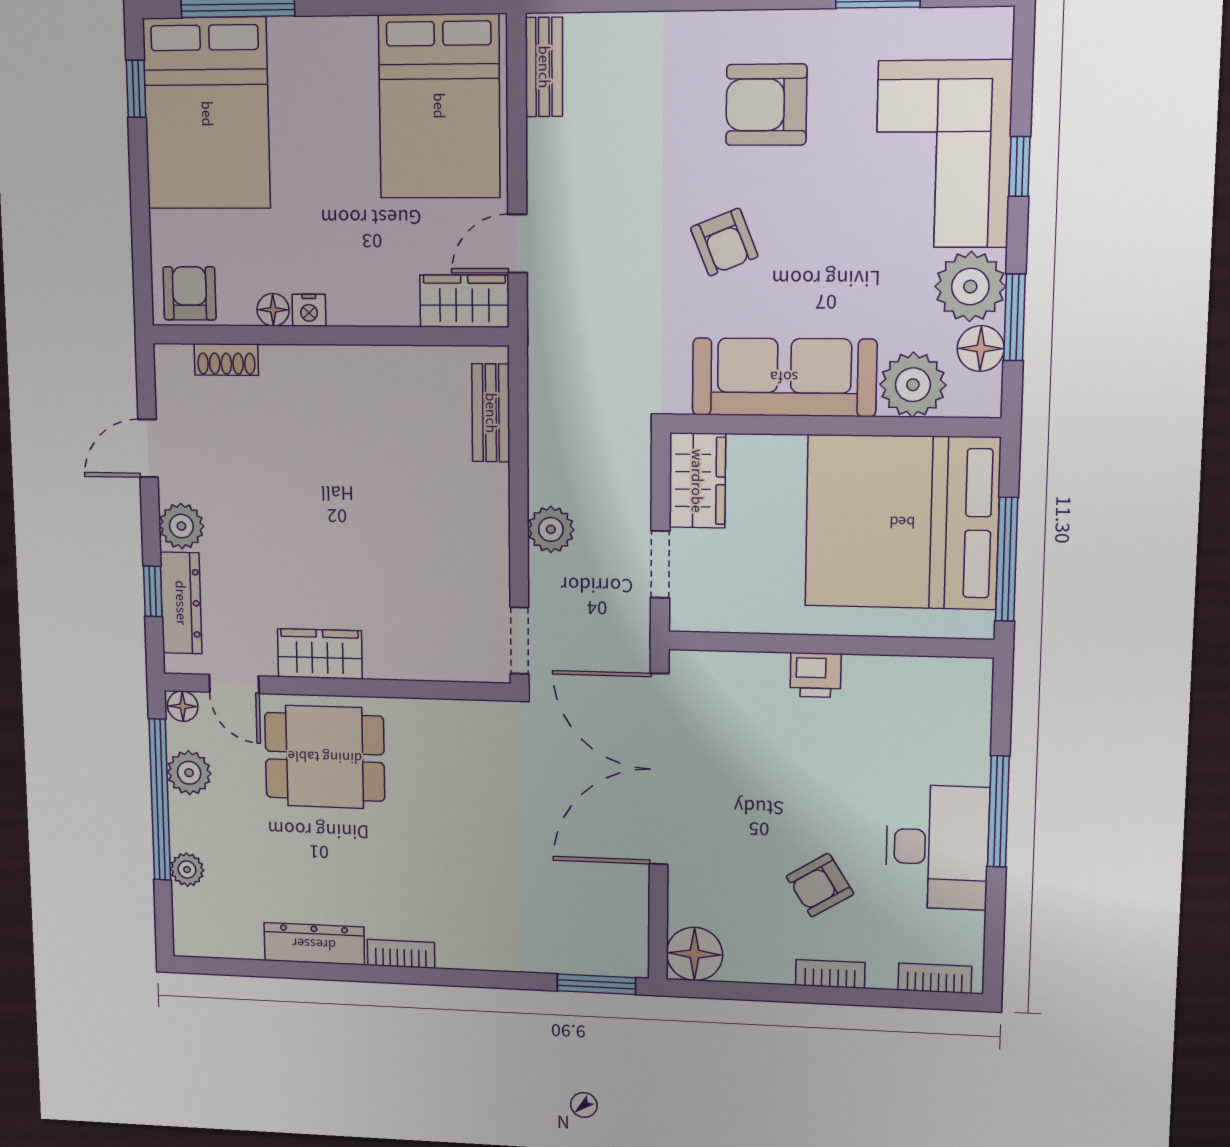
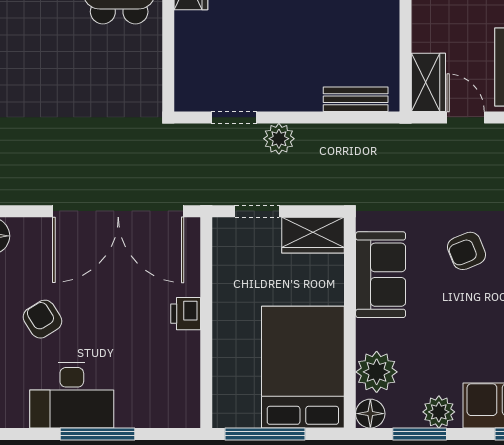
plant: (970, 287) -> (439, 412), width x0.73, depth x0.73
floor lamp: (981, 349) -> (370, 414), moved
sofa: (784, 377) -> (381, 275), width x0.73
bed: (902, 522) -> (303, 367), width x0.73
doorway: (519, 641) -> (234, 117), moved
double door: (659, 769) -> (118, 211), swing flipped

